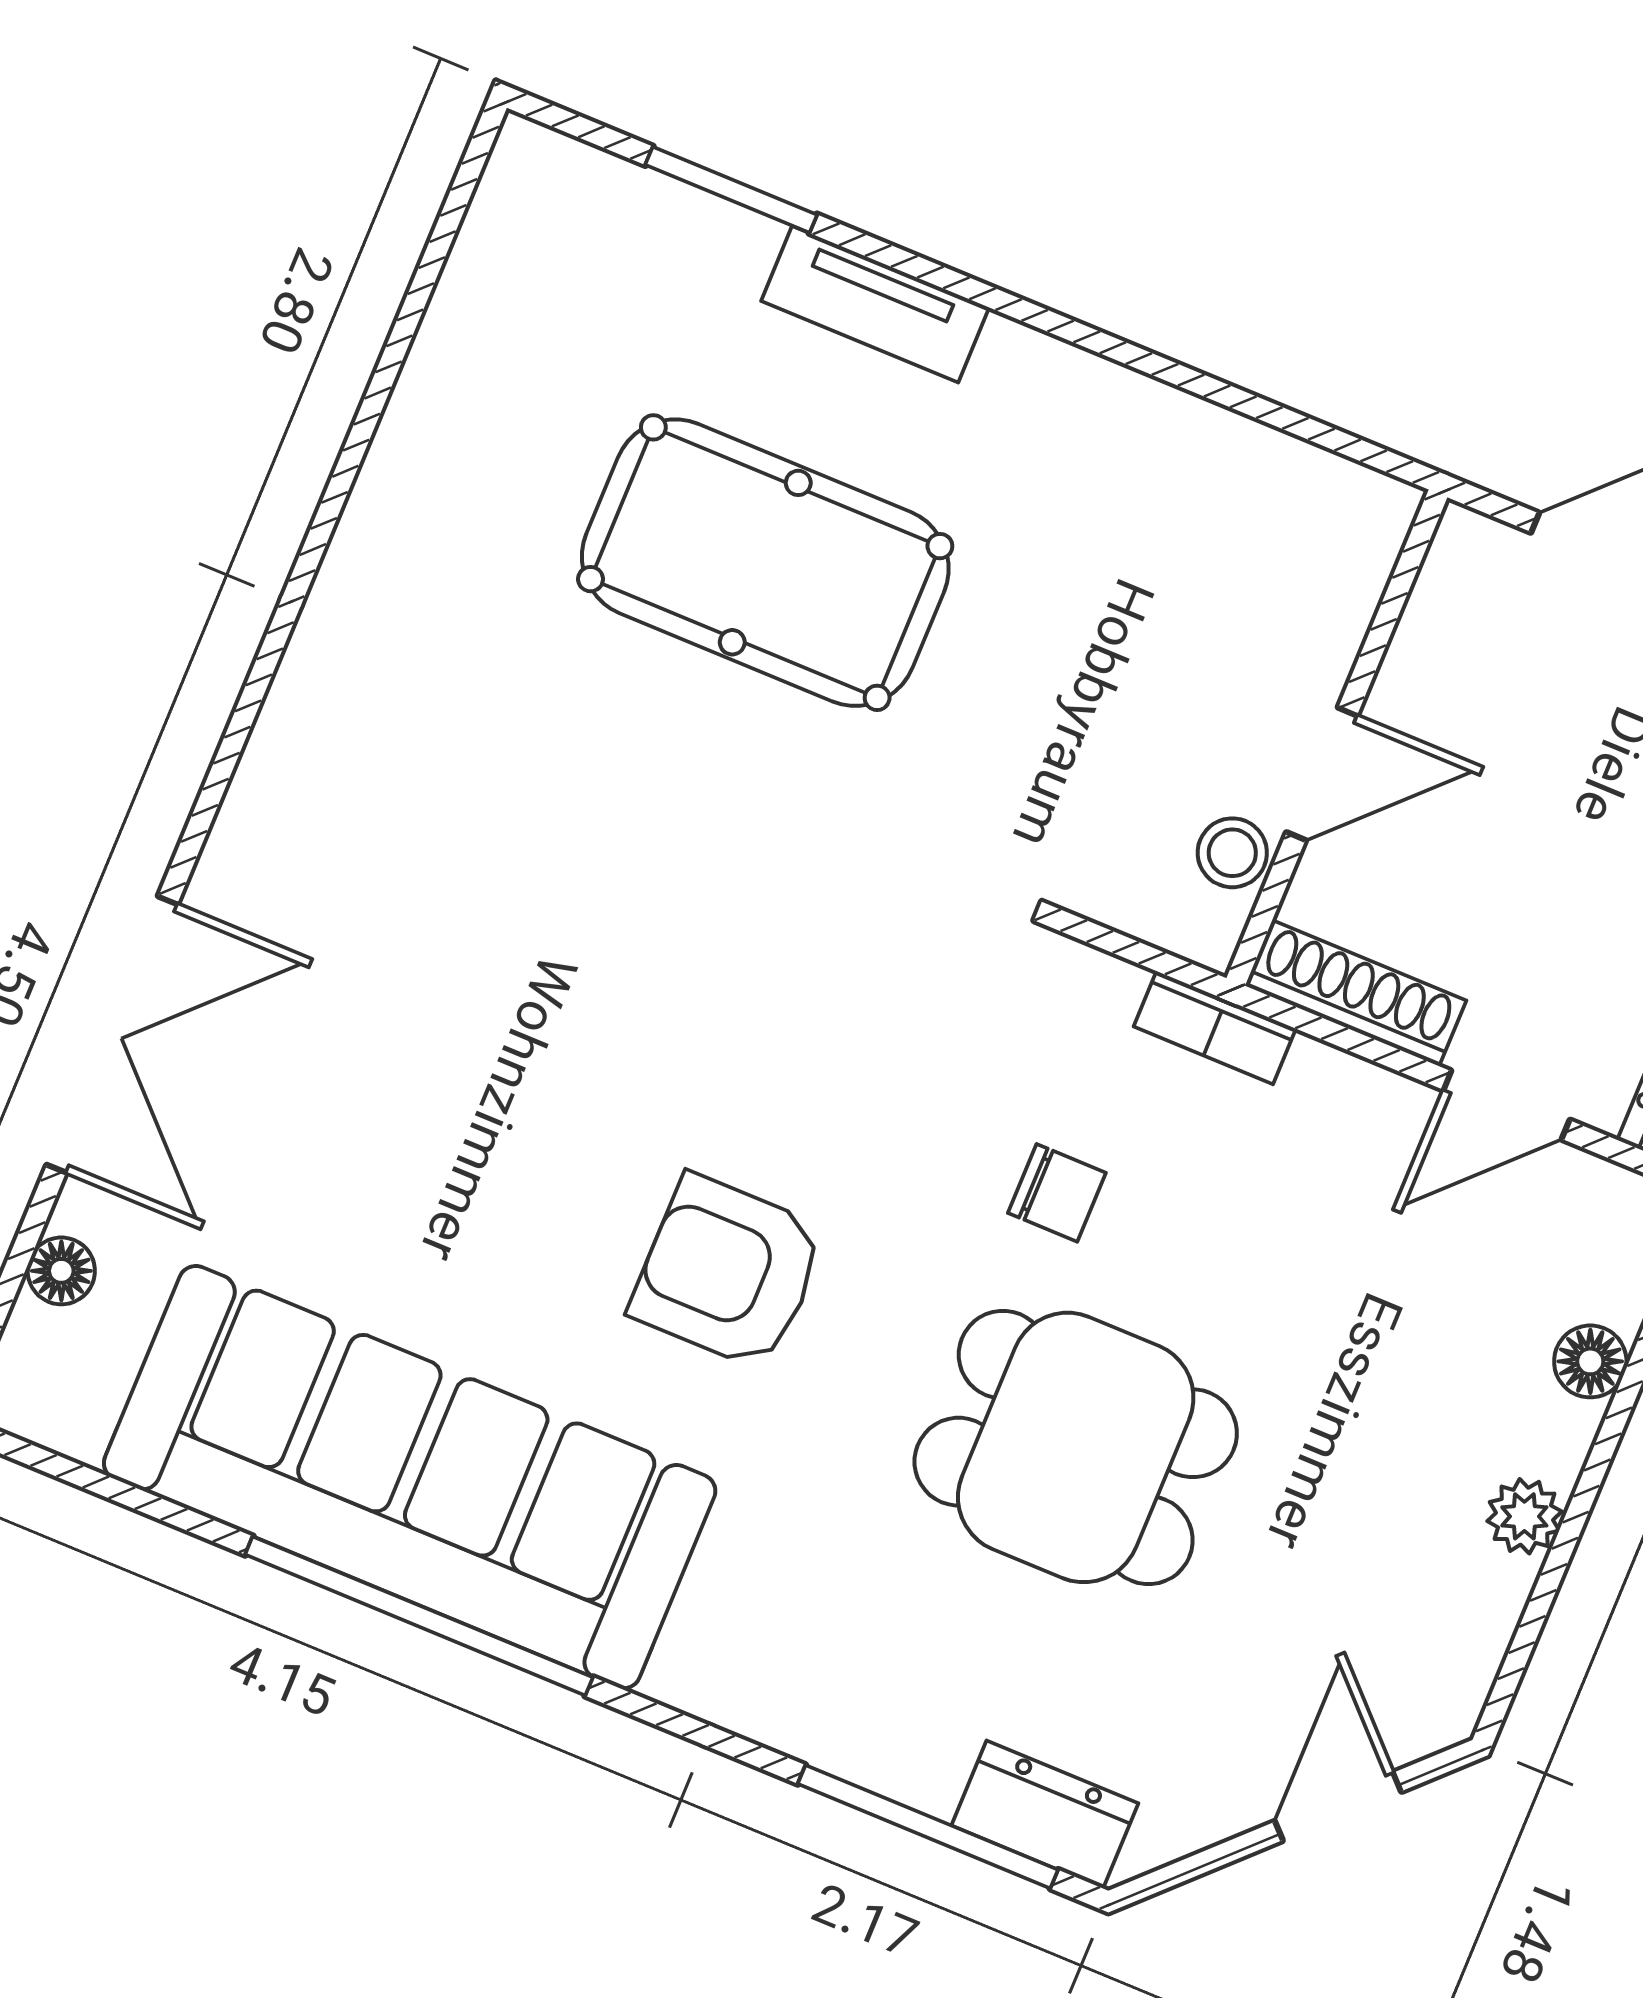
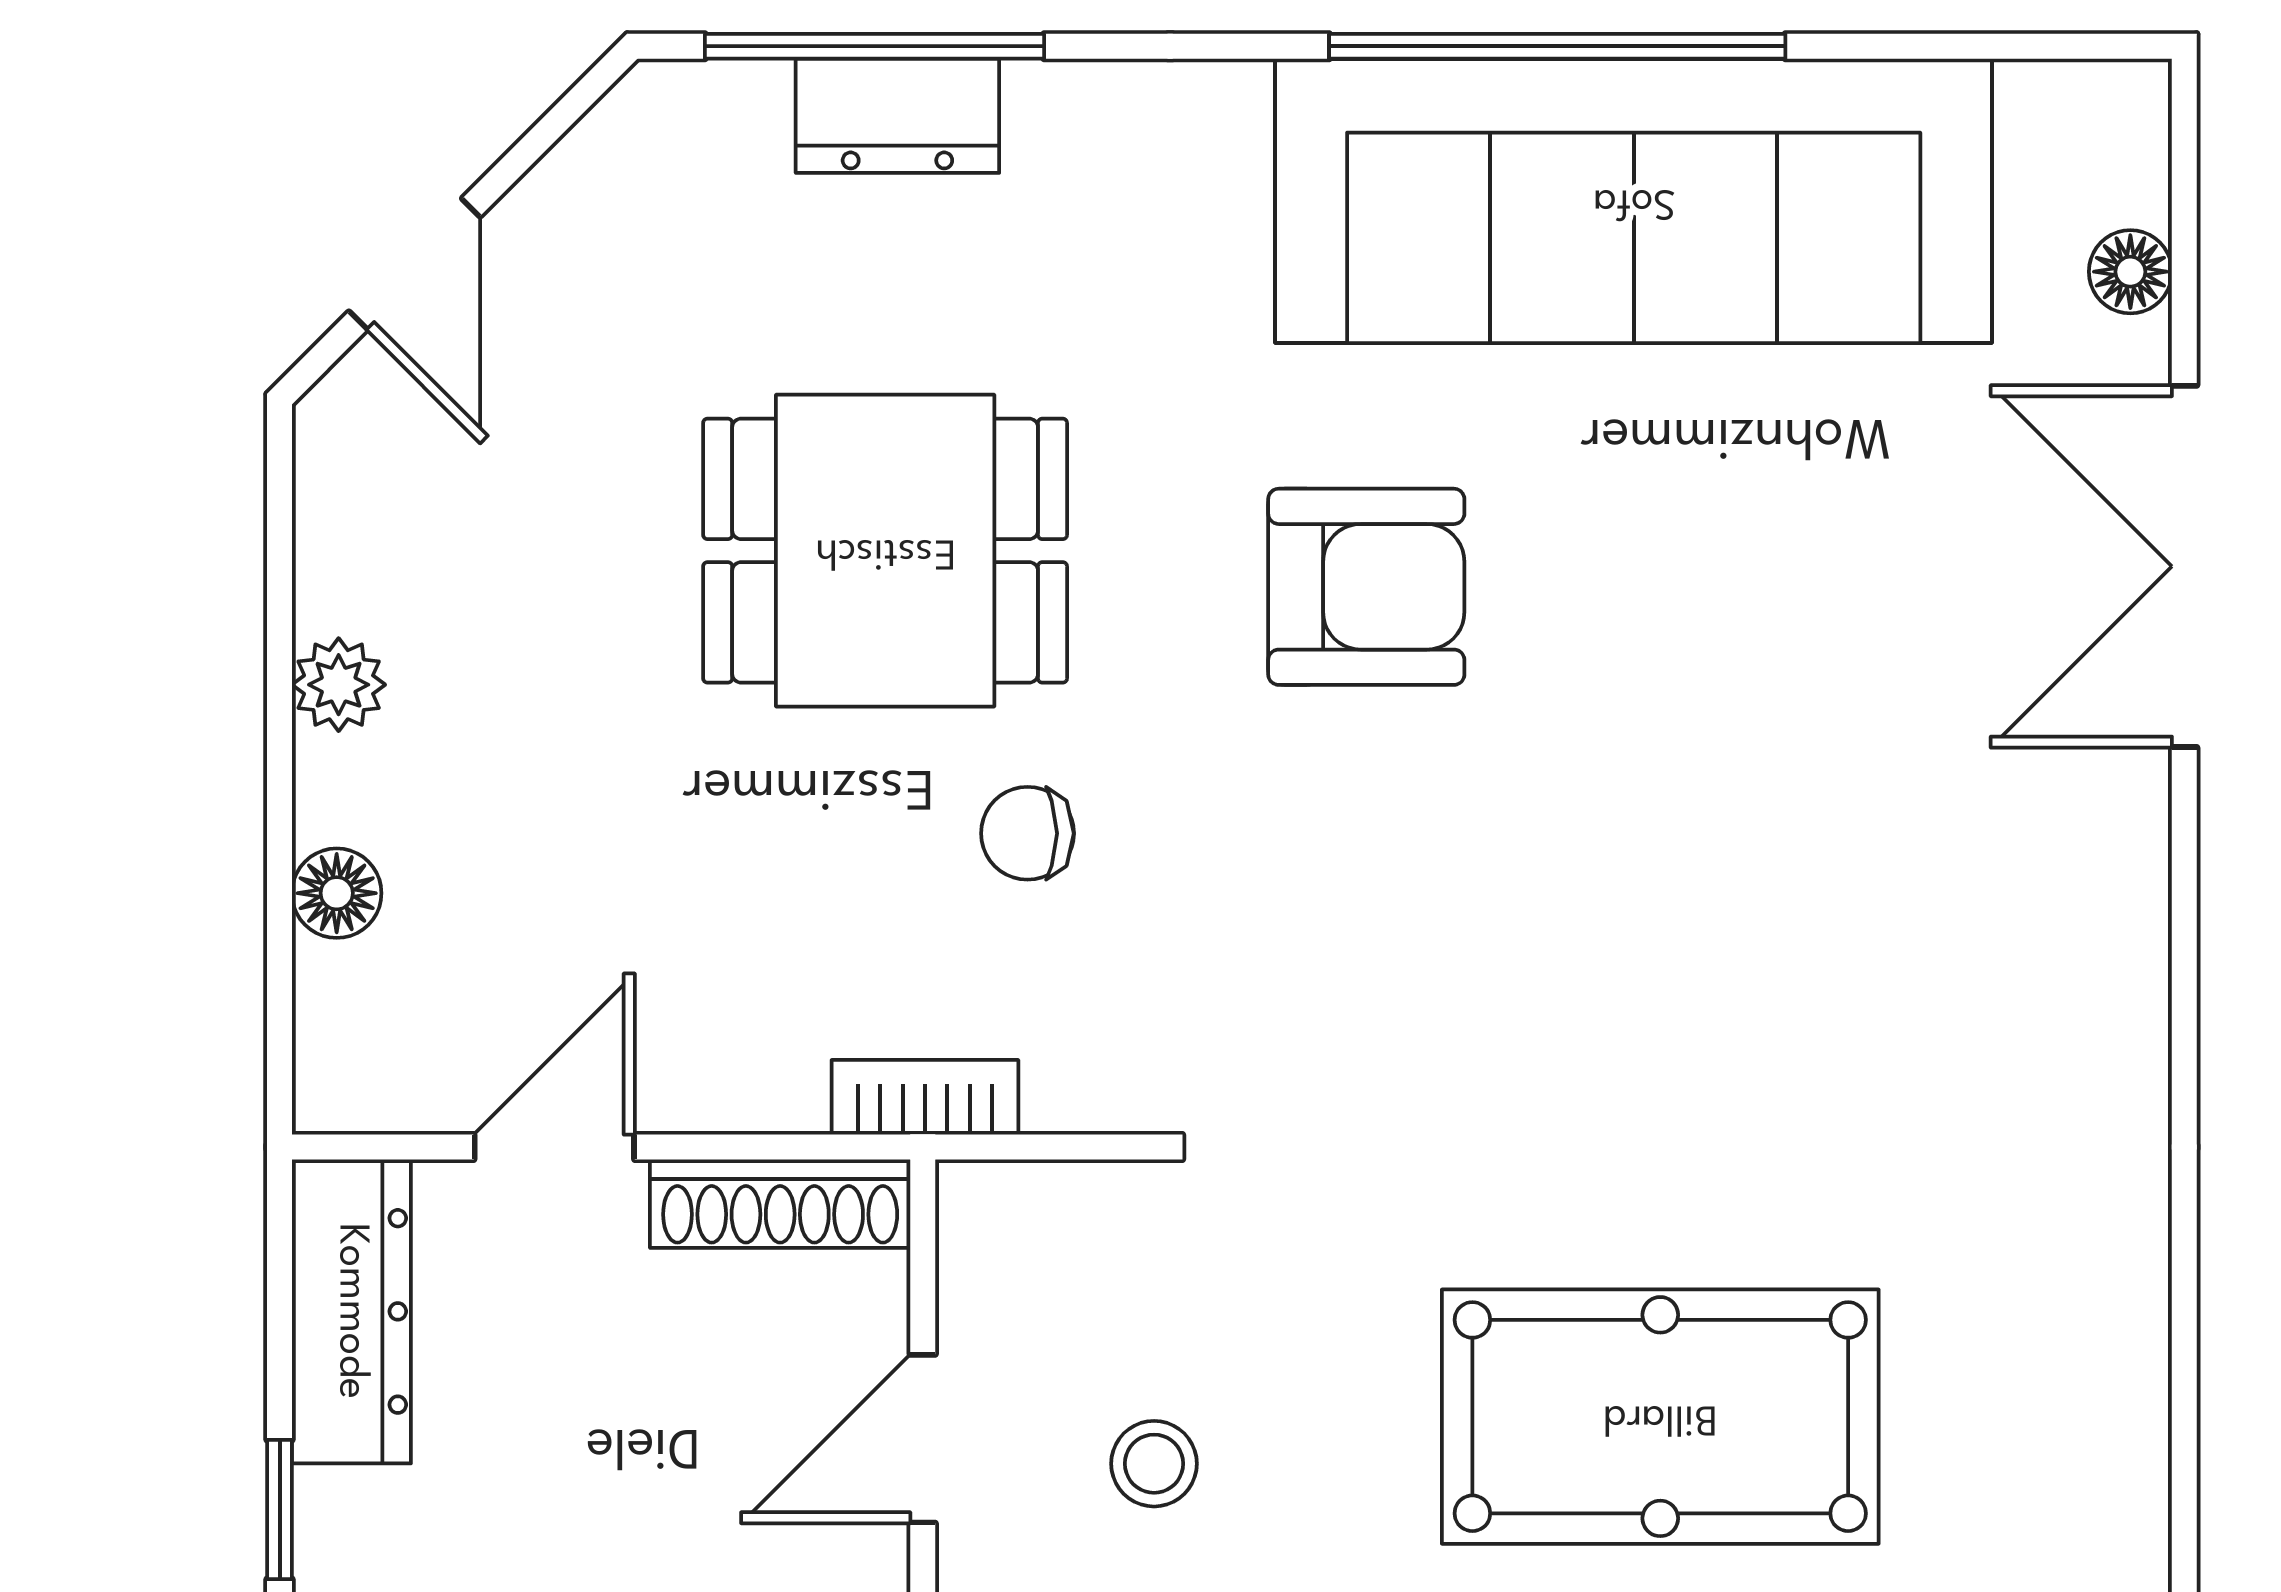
stool: (1232, 853) -> (1154, 1464), moved
dresser: (1045, 1814) -> (897, 116), moved

